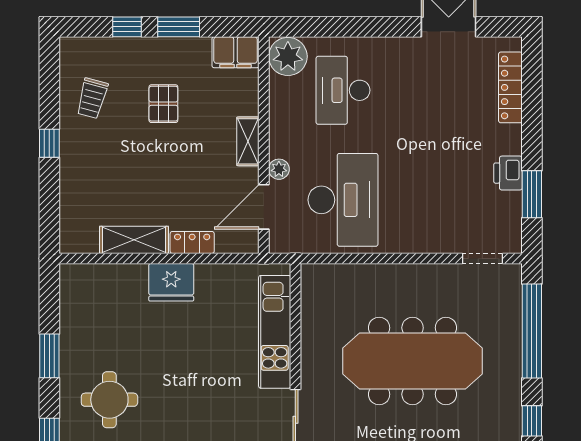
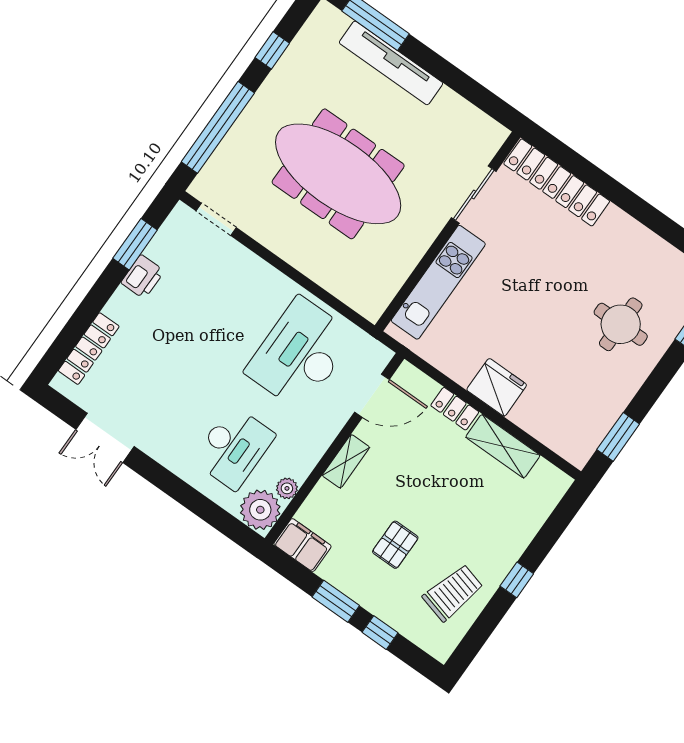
trolley: (92, 98) -> (453, 593), width x1.36, depth x1.39
plant: (279, 169) -> (287, 488), moved
window: (49, 356) -> (618, 437), moved

